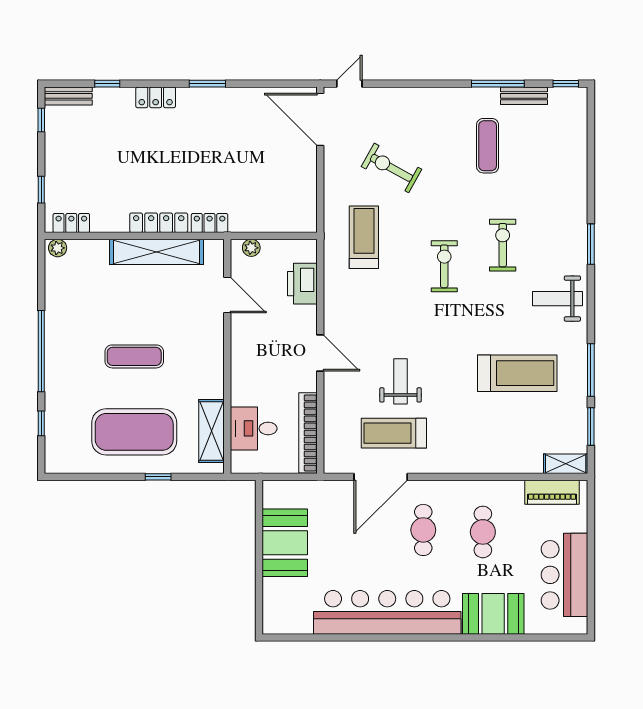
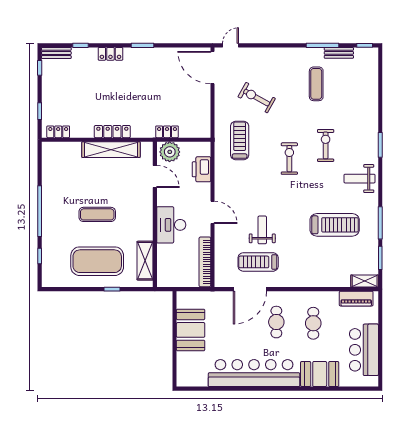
locker: (210, 223) -> (167, 132), moved
plant: (58, 248) -> (50, 147), removed
plant: (251, 248) -> (170, 152), width x1.88, depth x1.88
desk: (254, 428) -> (171, 225), moved, width x1.37

